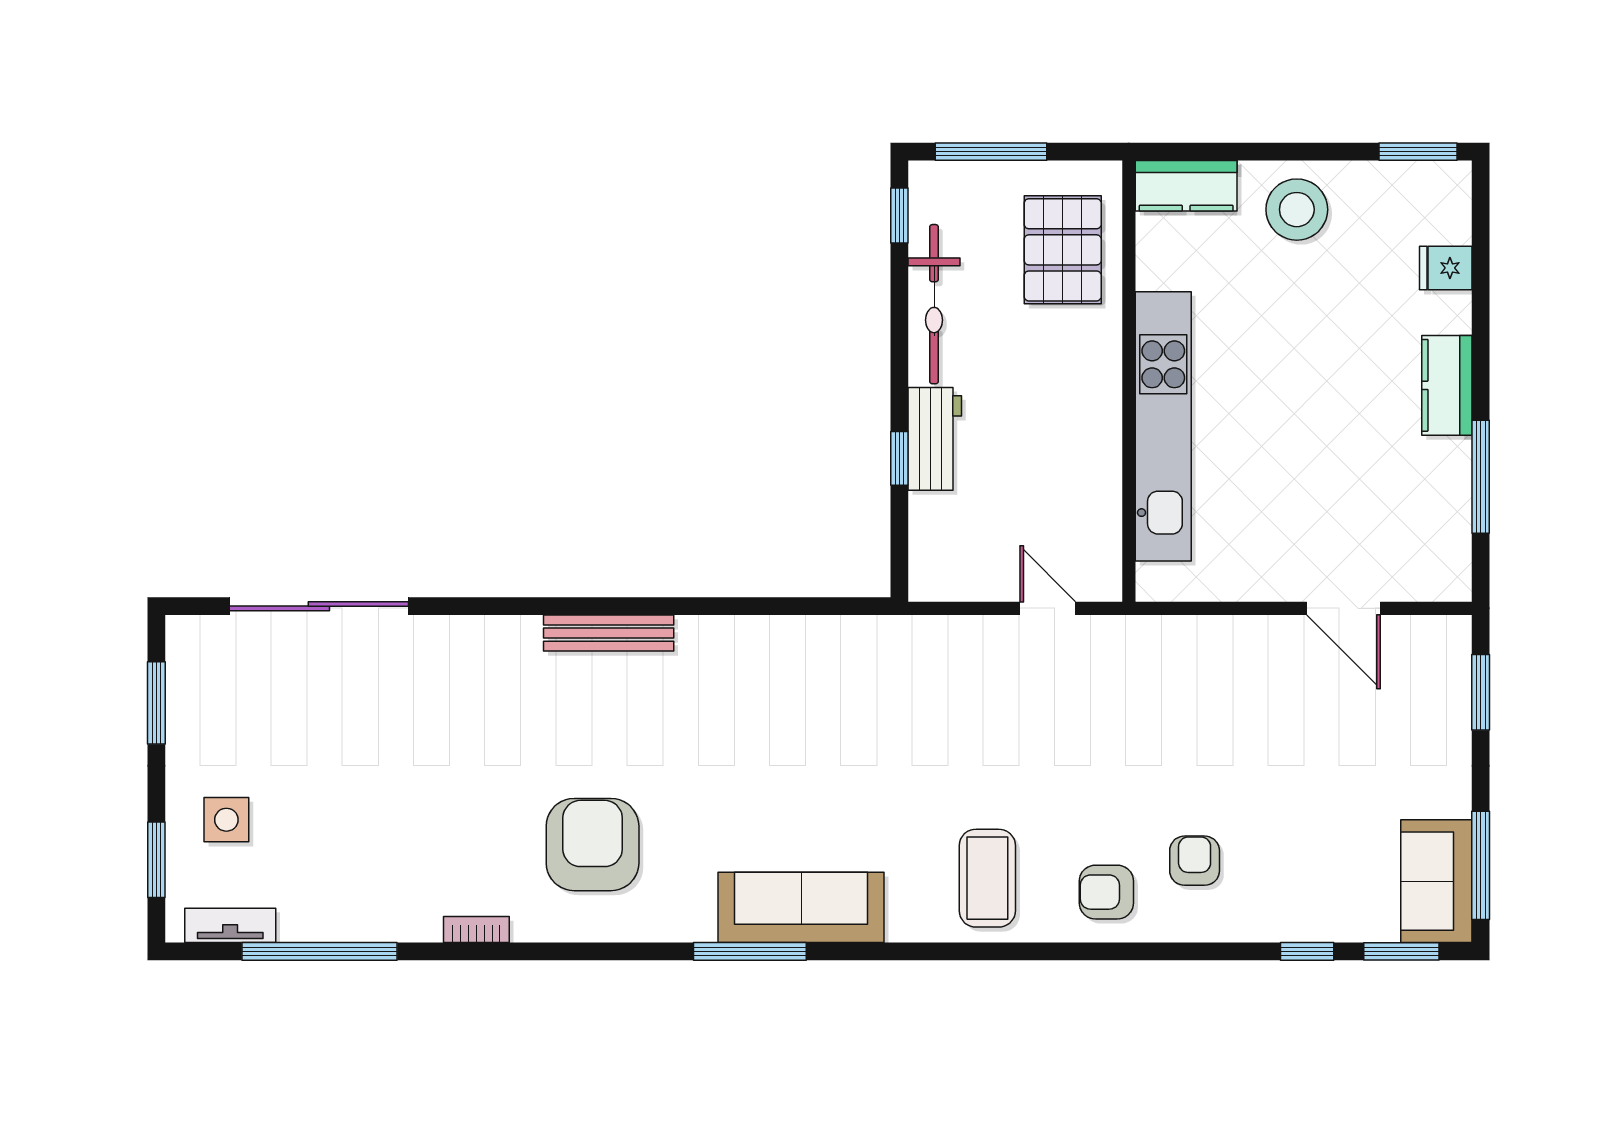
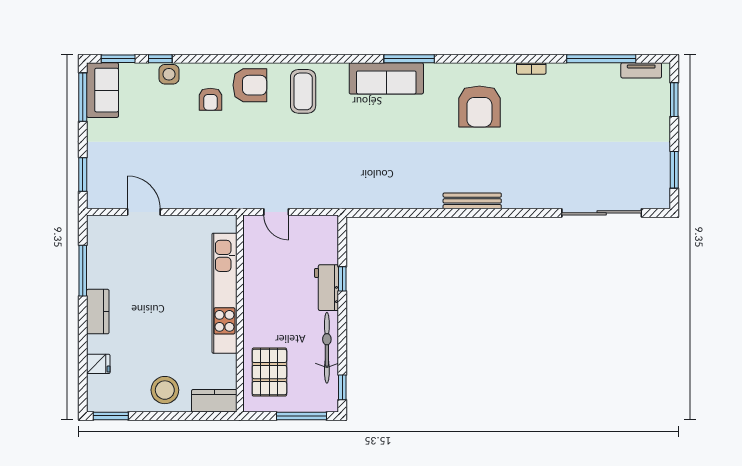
side table: (226, 820) -> (169, 74), moved
armchair: (1106, 892) -> (250, 85), width x1.38, depth x1.38

